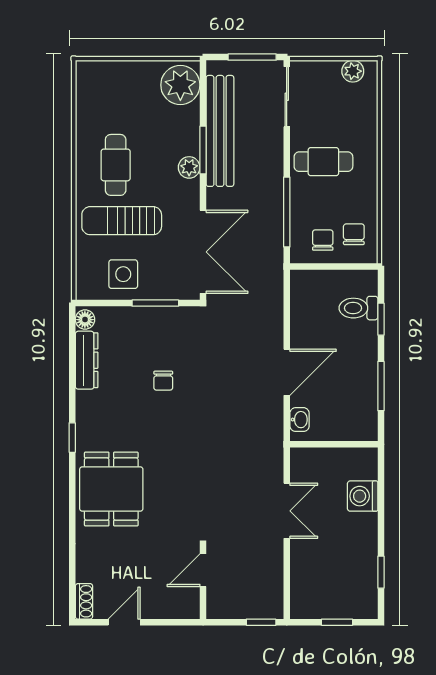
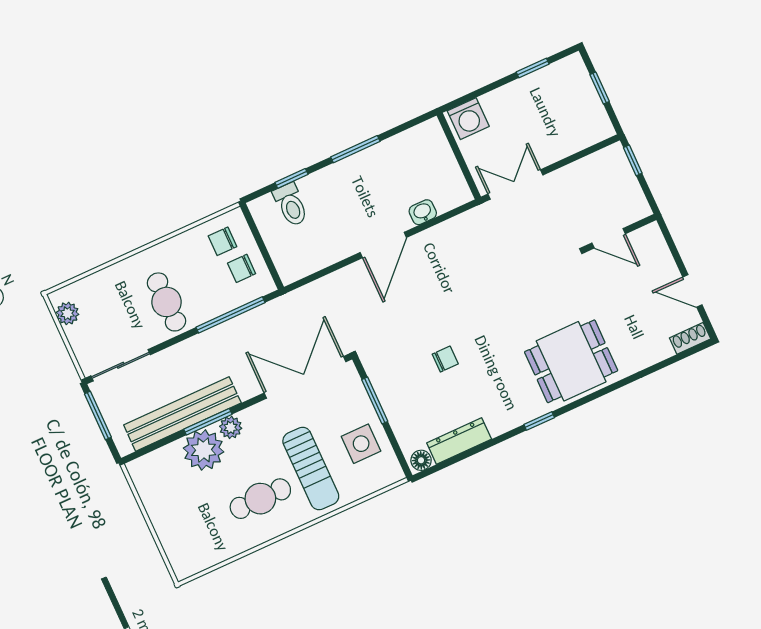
plant: (180, 85) -> (204, 450), moved
door: (287, 372) -> (383, 245), swing flipped
wall: (334, 444) -> (459, 156), moved

